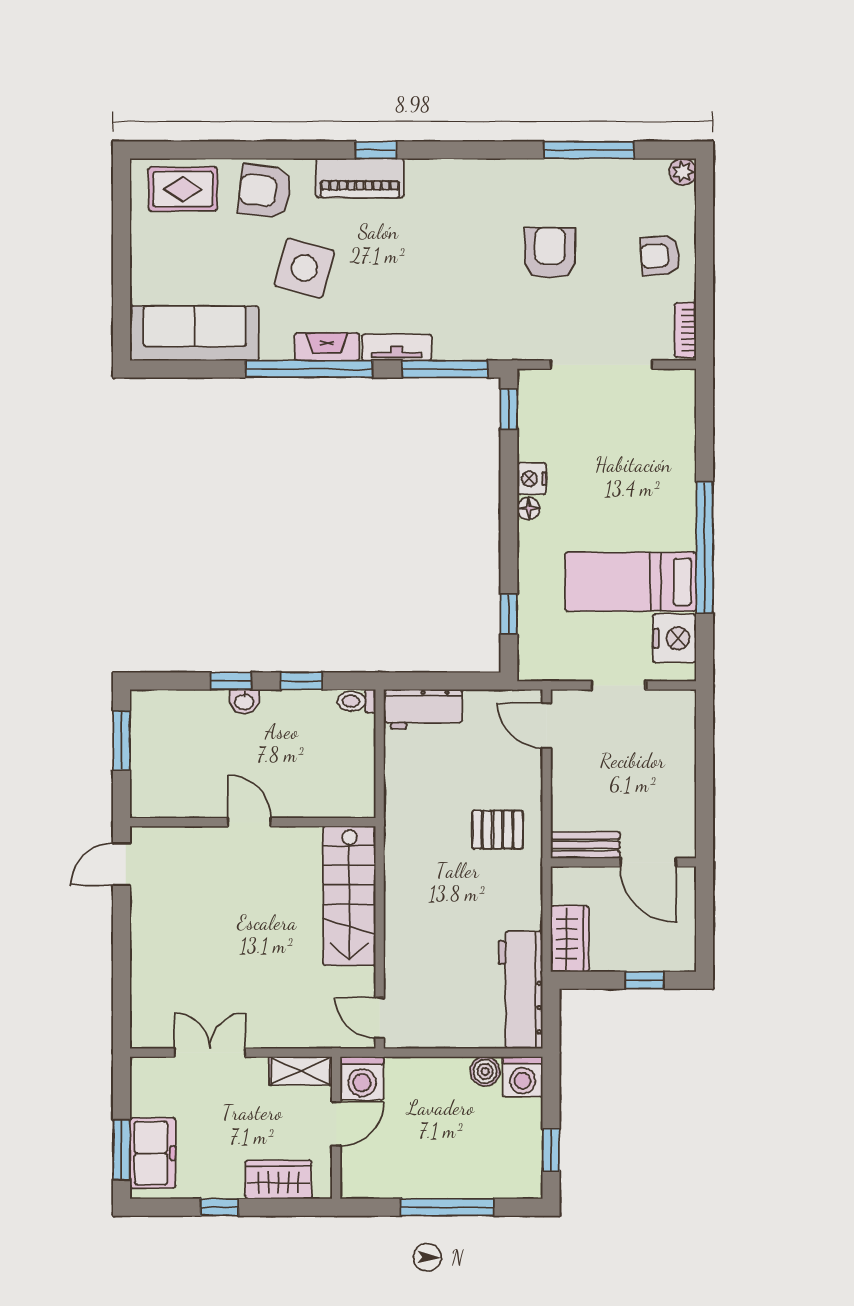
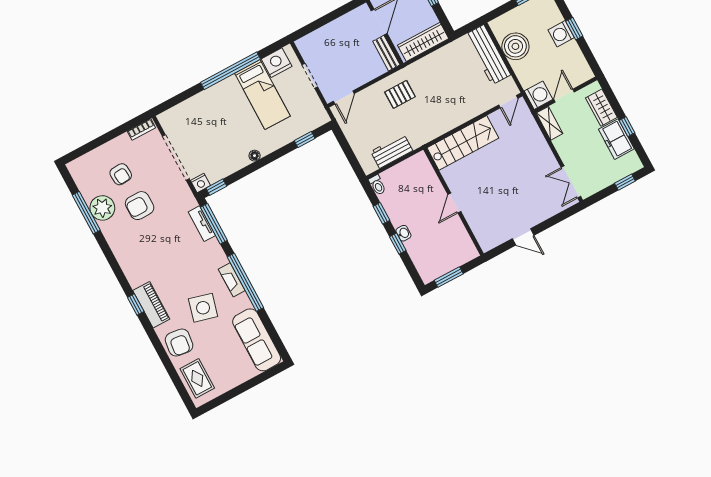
plant: (683, 172) -> (102, 208), moved, width x1.87, depth x1.87
armchair: (660, 256) -> (121, 174), moved
tv unit: (397, 347) -> (202, 224), moved
nightstand: (532, 479) -> (200, 183), moved
workbench: (423, 709) -> (392, 151), moved, turned -90
pallet: (498, 830) -> (400, 94), turned 90
door: (121, 864) -> (523, 237), moved
wardrobe: (570, 939) -> (423, 42), width x1.50
workbench: (521, 990) -> (488, 55), moved, turned 90
double door: (210, 1053) -> (571, 182), moved
boiler: (485, 1071) -> (515, 46), width x1.86, depth x1.86
washing machine: (523, 1077) -> (561, 34), moved, turned 180
door: (336, 1124) -> (564, 96), hinge flipped
window: (121, 1150) -> (625, 182), width x0.67
freezer: (153, 1153) -> (616, 139), moved, turned -90
window: (447, 1207) -> (574, 29), width x0.46

